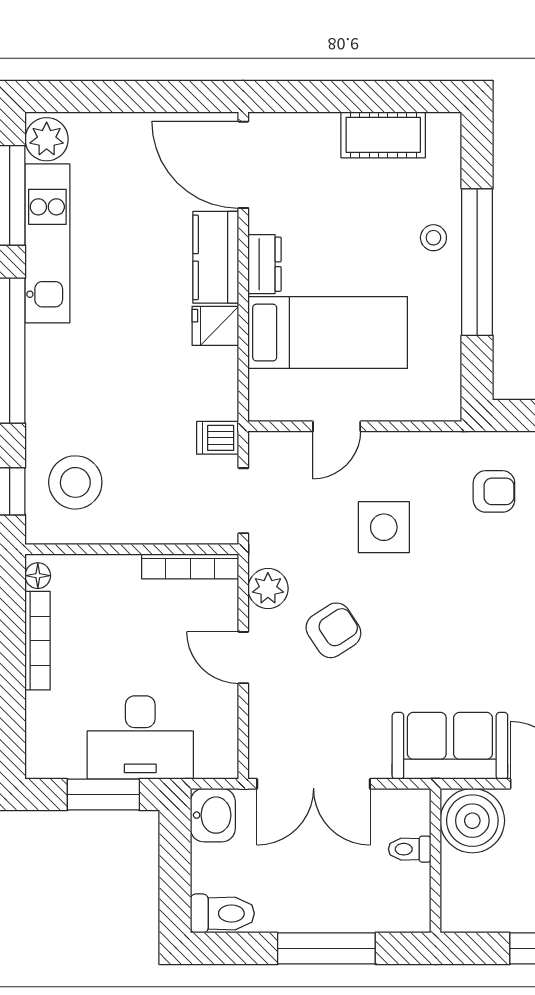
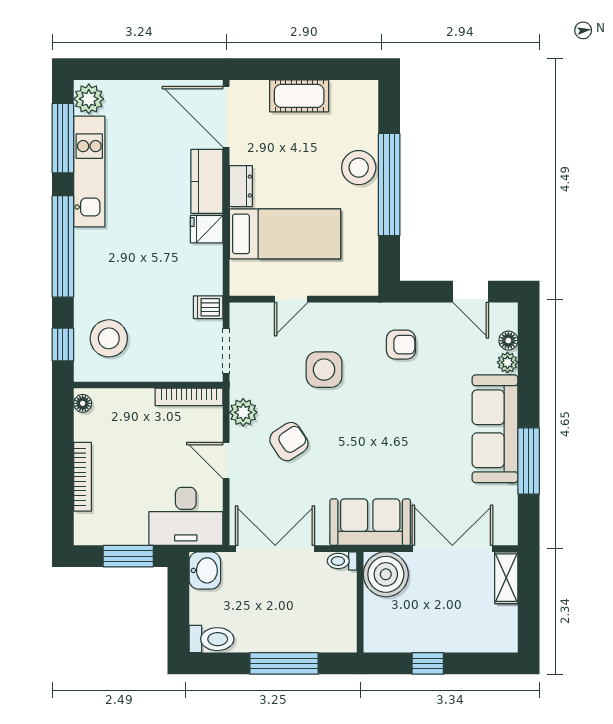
cot: (383, 135) -> (299, 96), moved
stool: (433, 238) -> (359, 168), width x1.89, depth x1.89
bookcase: (38, 641) -> (82, 477), moved
desk: (140, 738) -> (186, 516), moved
double door: (314, 784) -> (275, 549), swing flipped
toilet: (410, 849) -> (342, 561), moved

